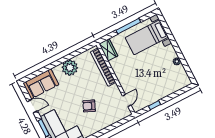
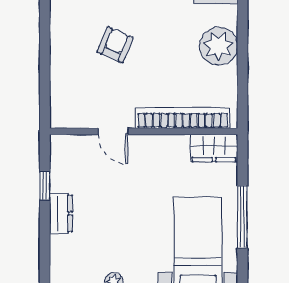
dresser: (162, 94) -> (61, 213), added
door: (127, 101) -> (113, 131), moved

